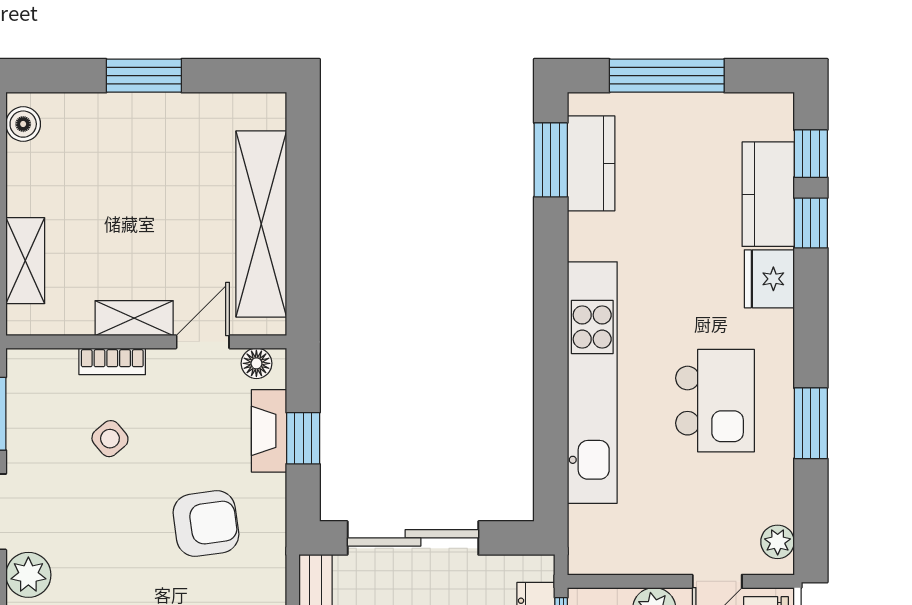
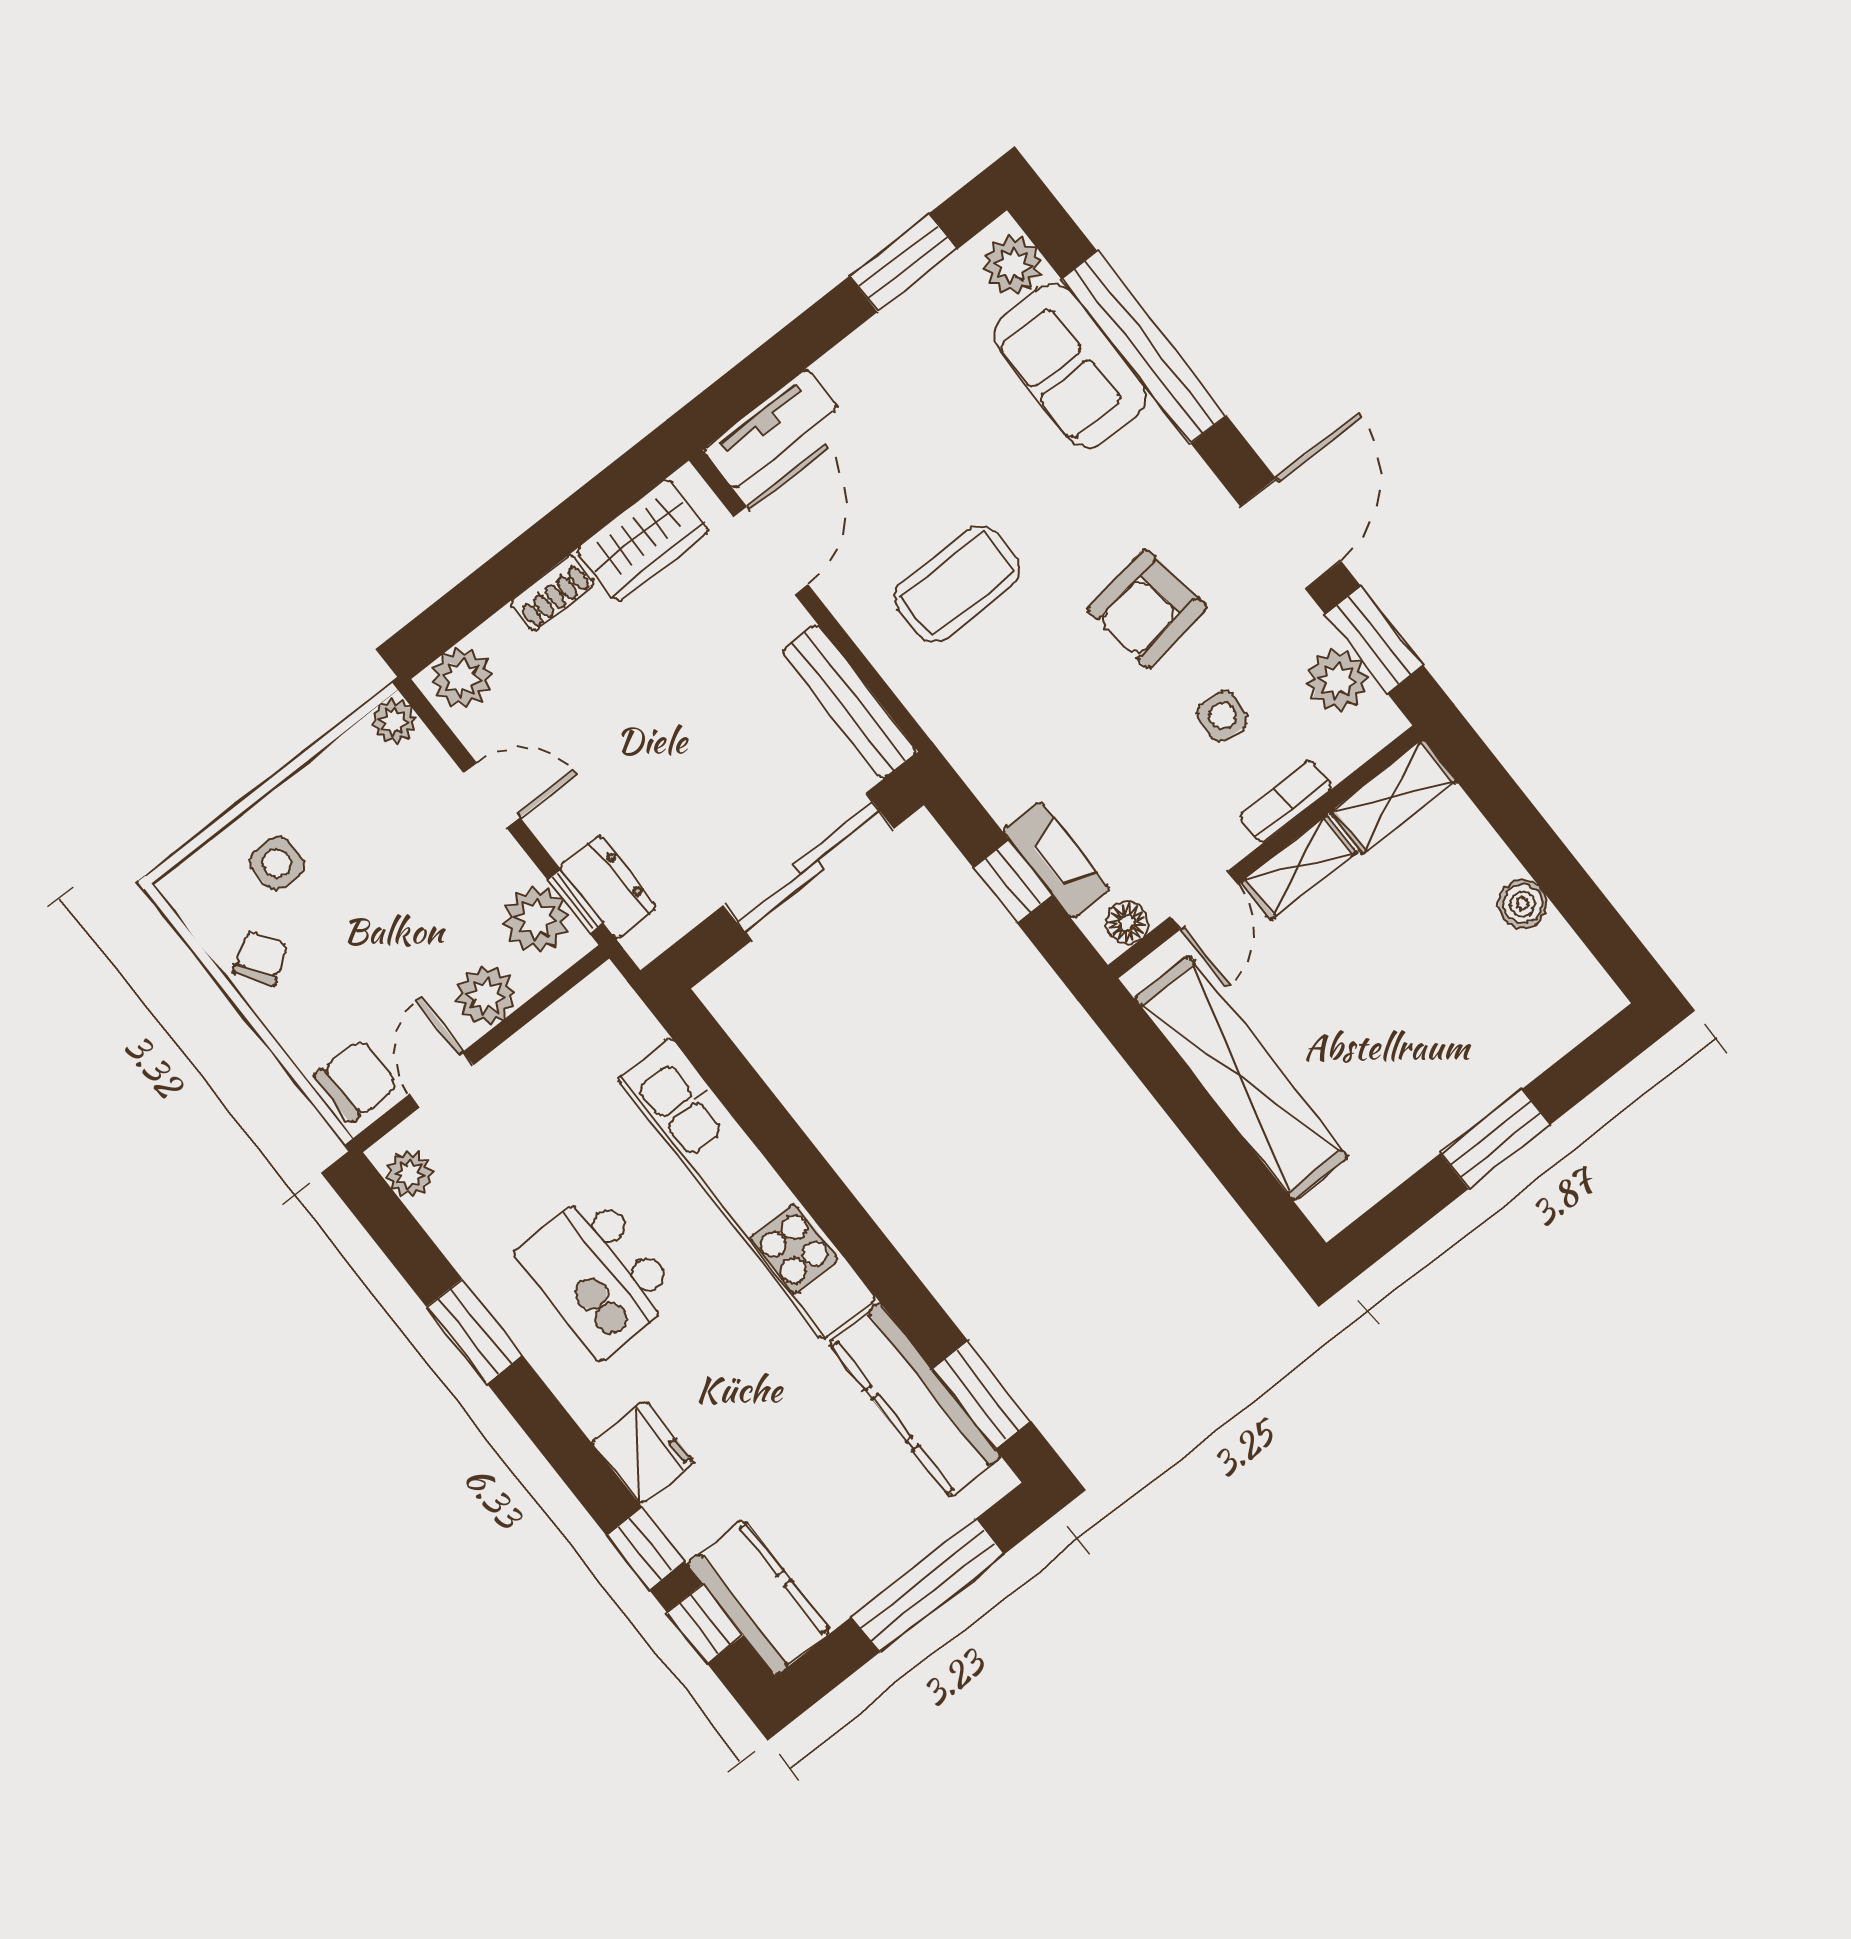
boiler: (23, 124) -> (1523, 904), moved
kitchen counter: (591, 163) -> (915, 1400), width x1.50
kitchen counter: (768, 194) -> (759, 1597), moved
shelving: (25, 261) -> (1393, 796), moved, turned 90
side table: (110, 439) -> (1222, 716), turned 45
armchair: (206, 524) -> (1147, 608), moved
plant: (28, 575) -> (1337, 680), moved

